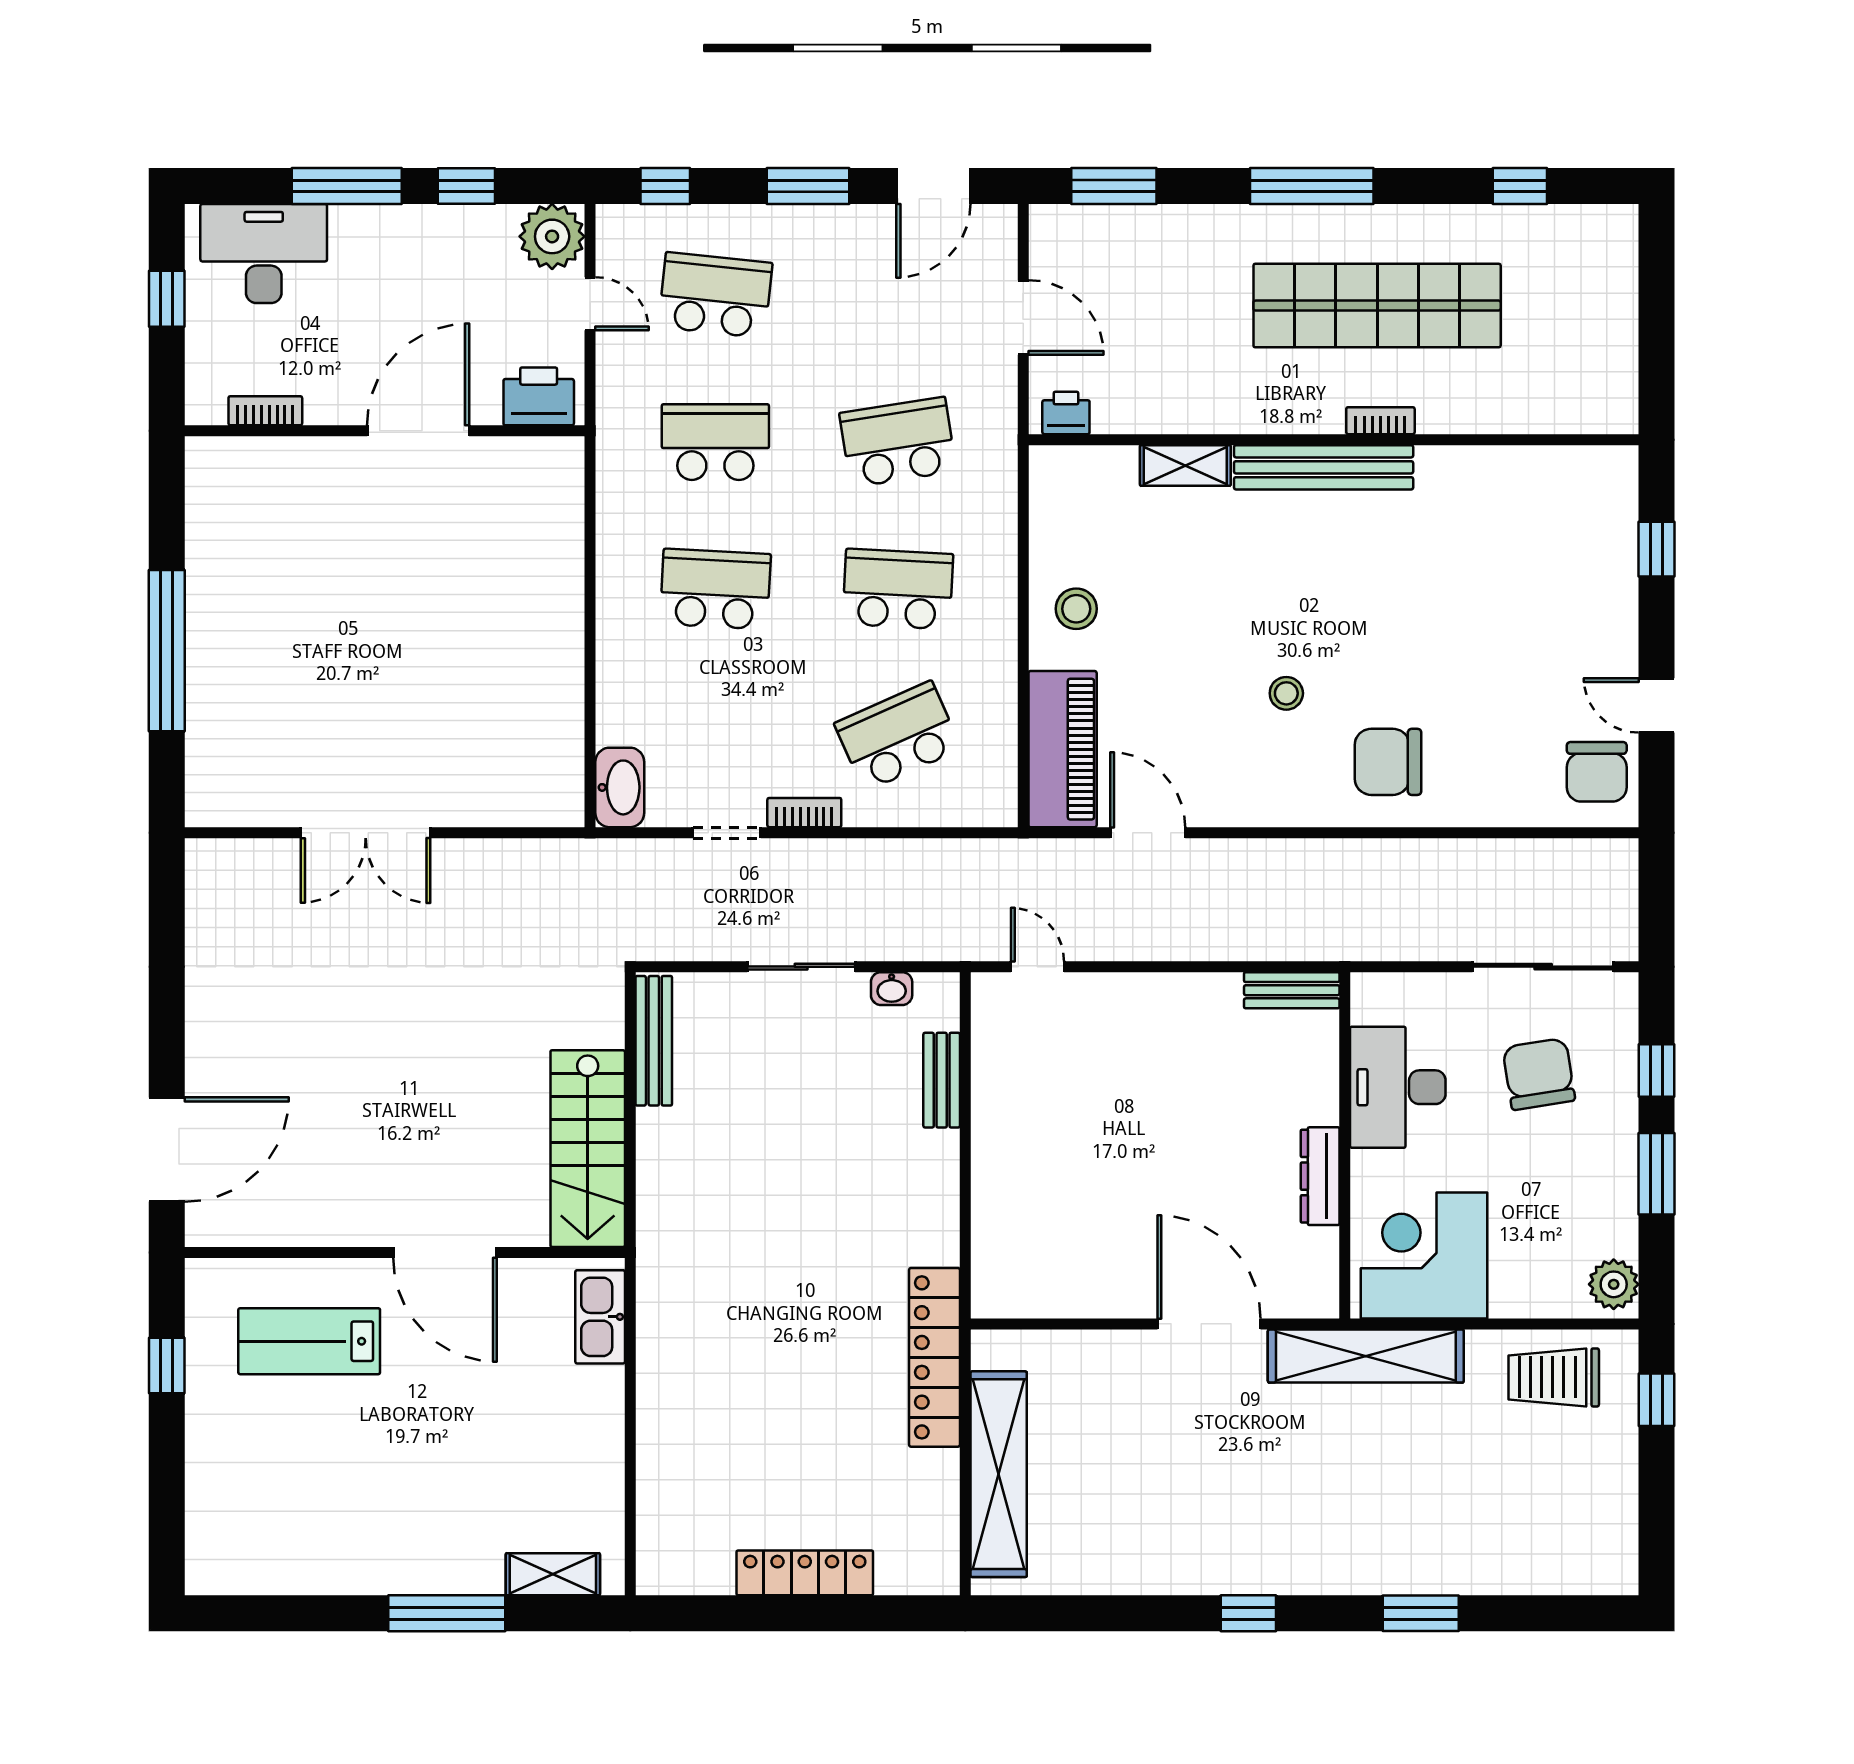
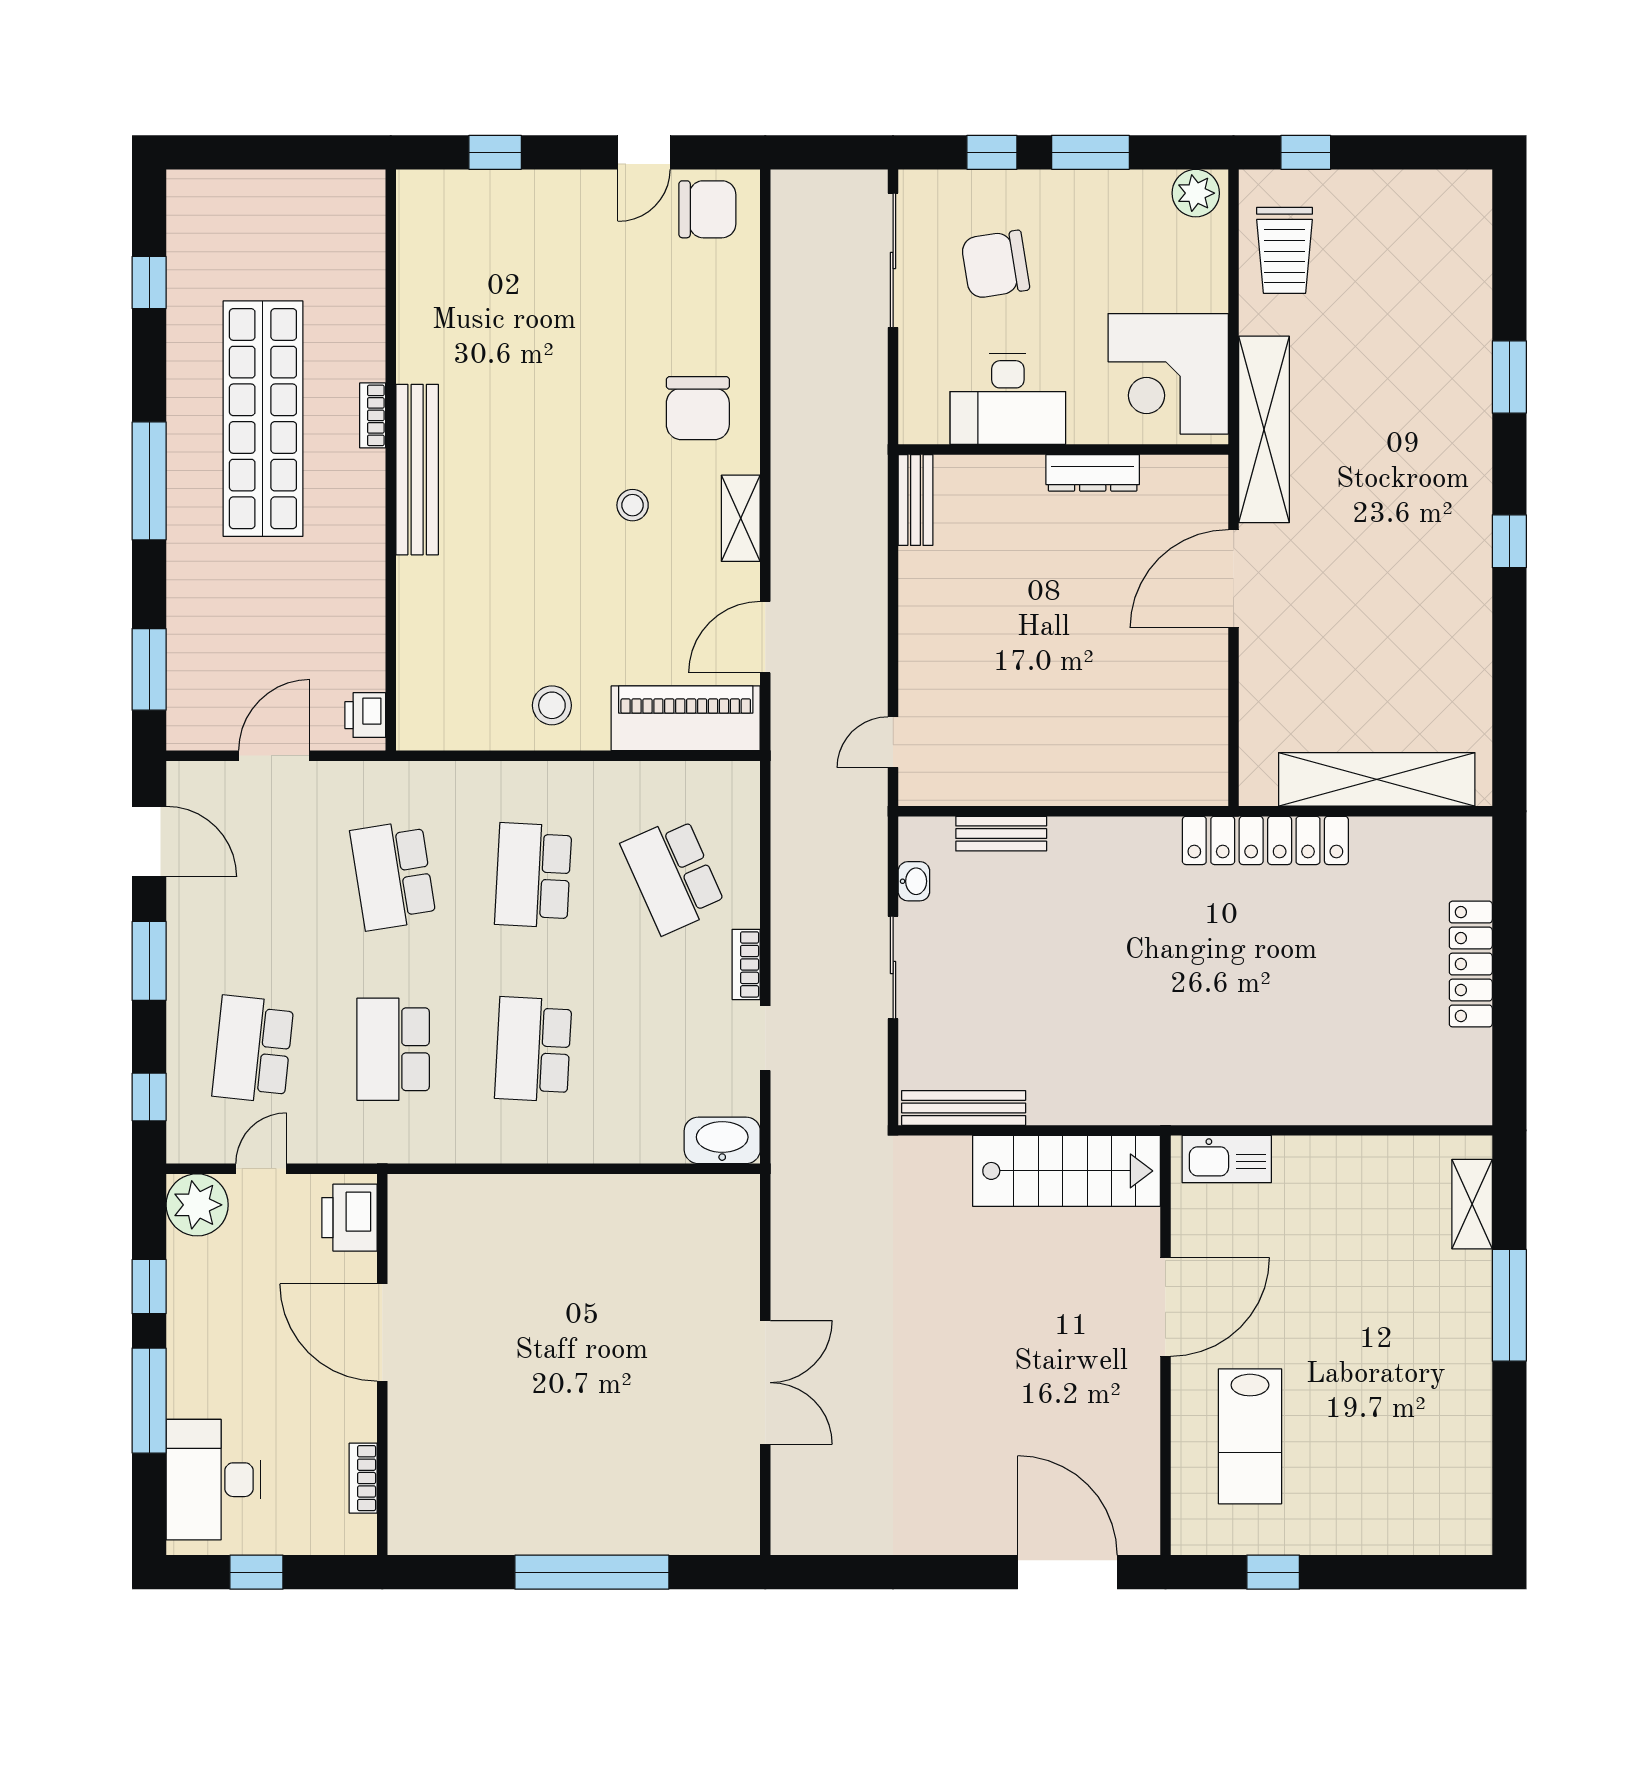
shelving: (1185, 465) -> (741, 518), moved

